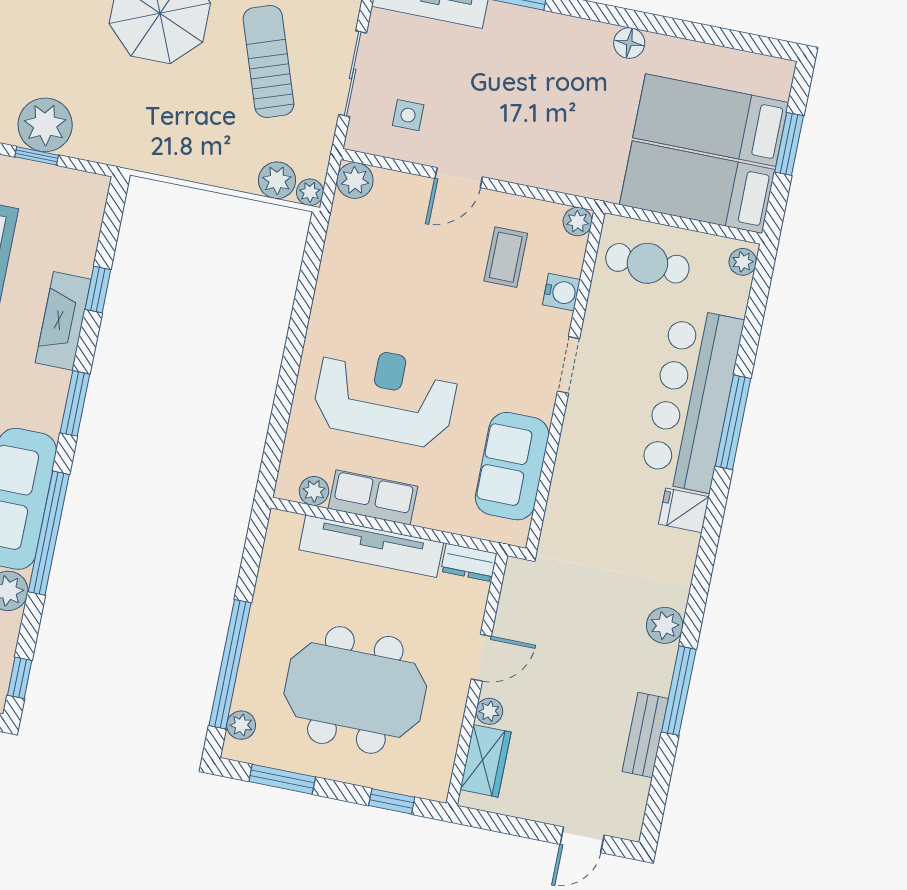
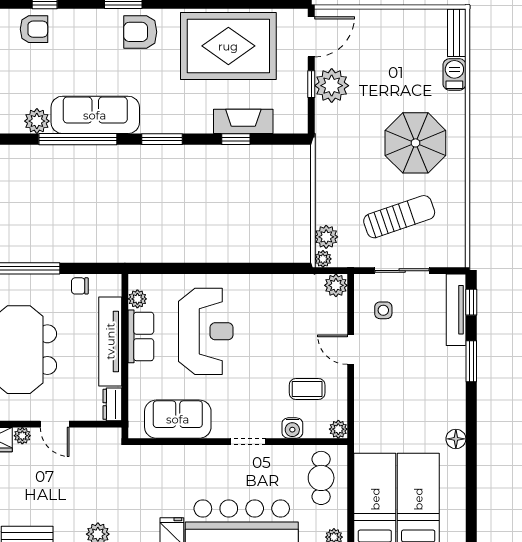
fireplace: (63, 321) -> (243, 121), moved
chair: (276, 576) -> (80, 286), added

